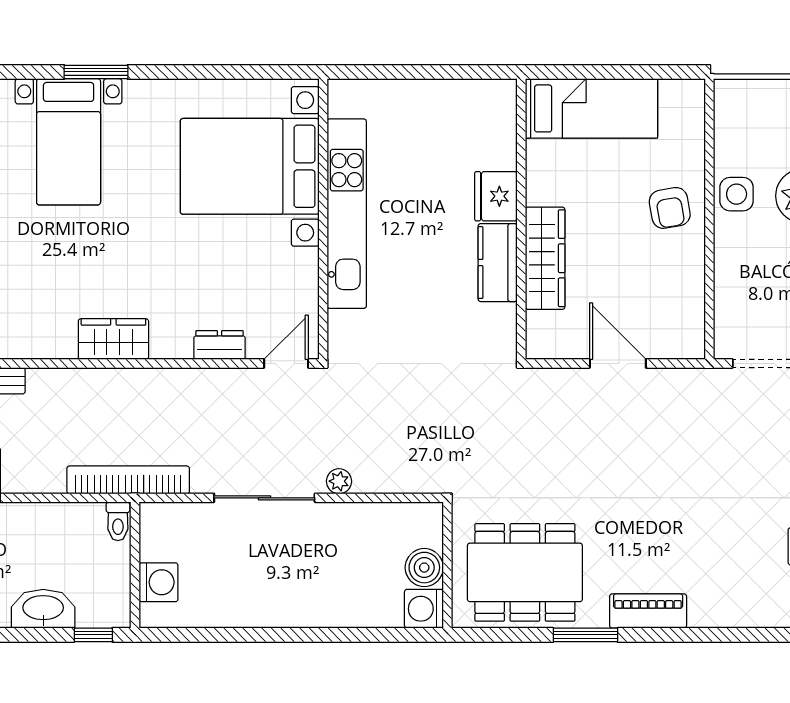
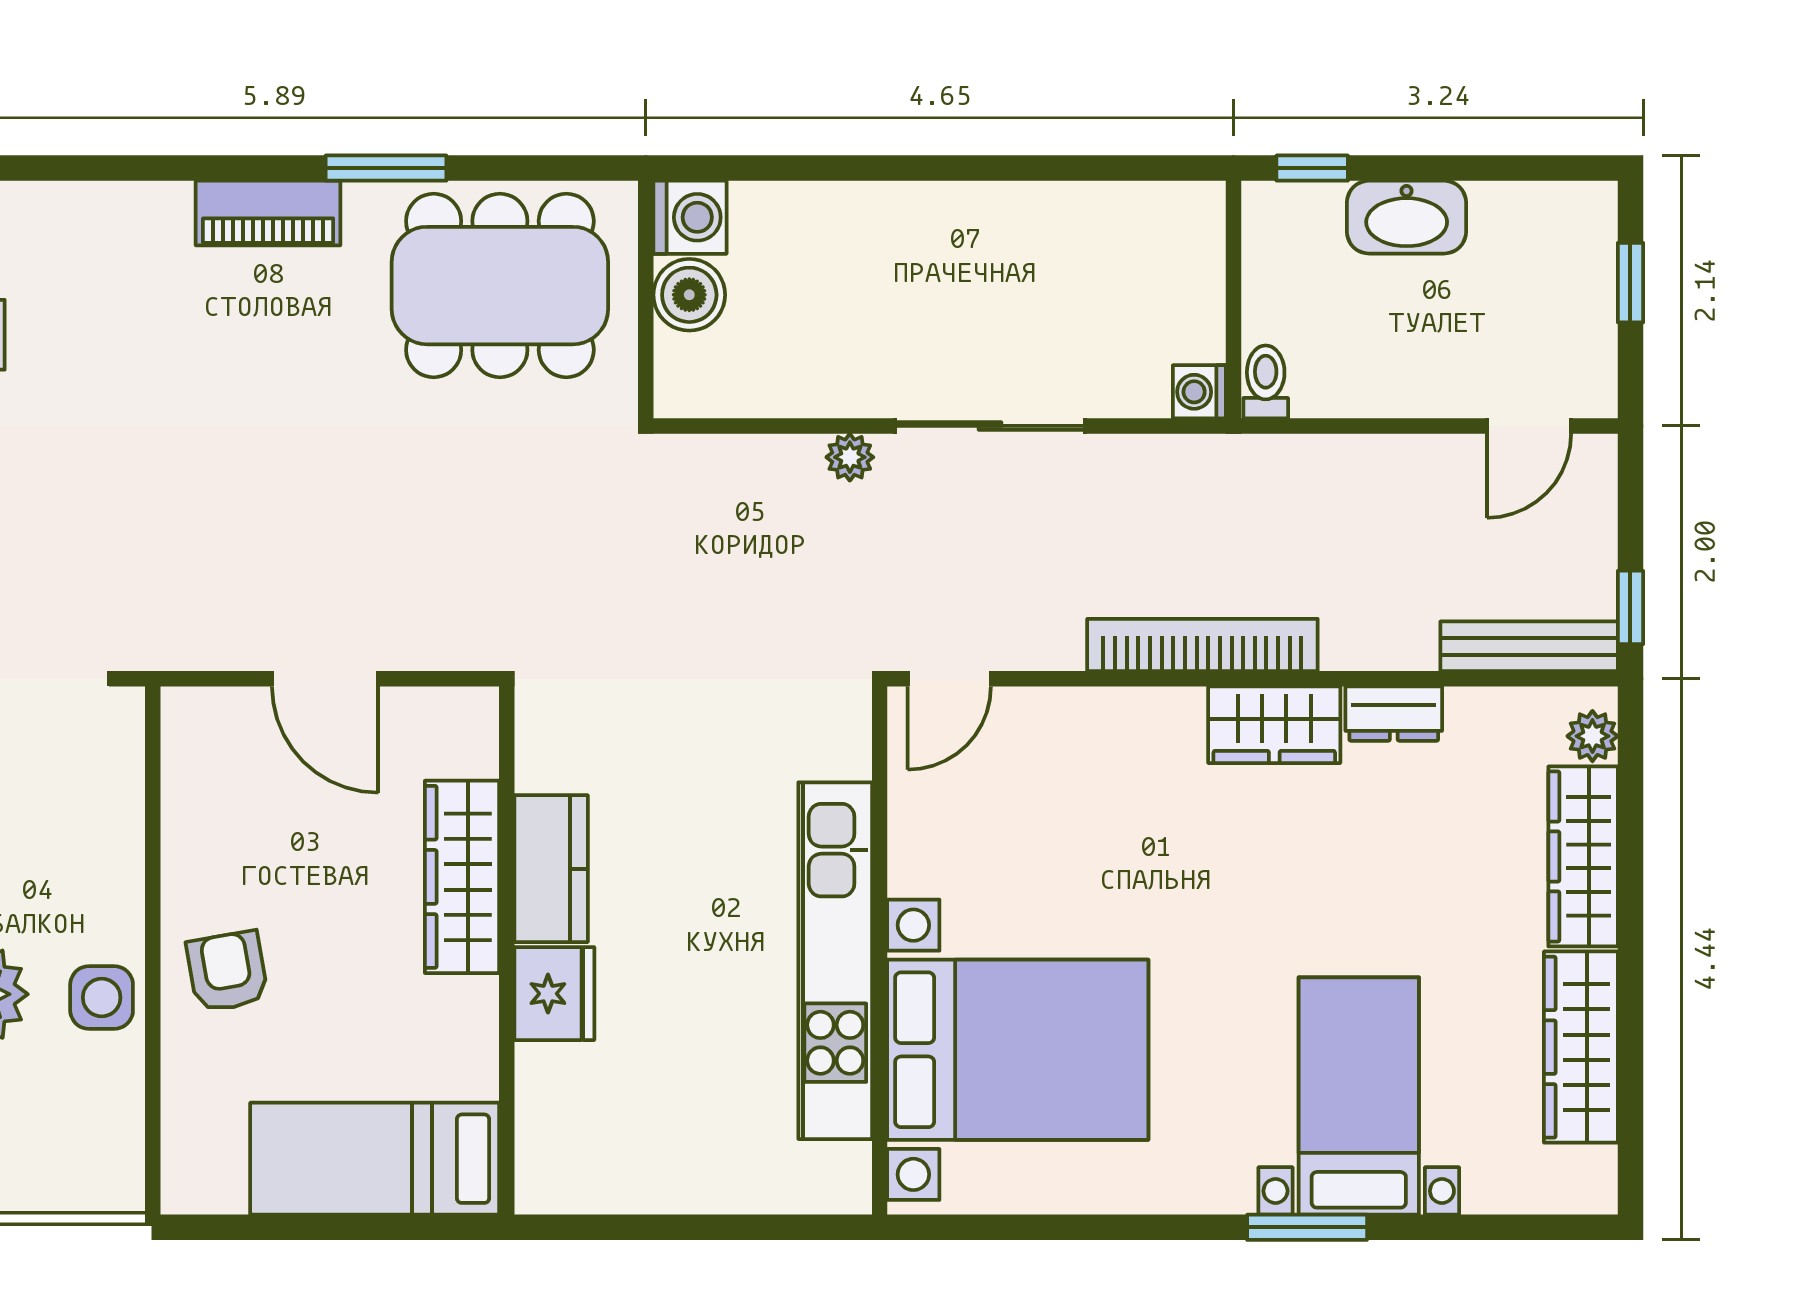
dresser: (220, 345) -> (1394, 714), moved
bookcase: (128, 480) -> (1202, 645), moved, turned 180
washing machine: (159, 582) -> (1199, 392), moved, width x0.73, depth x0.73

